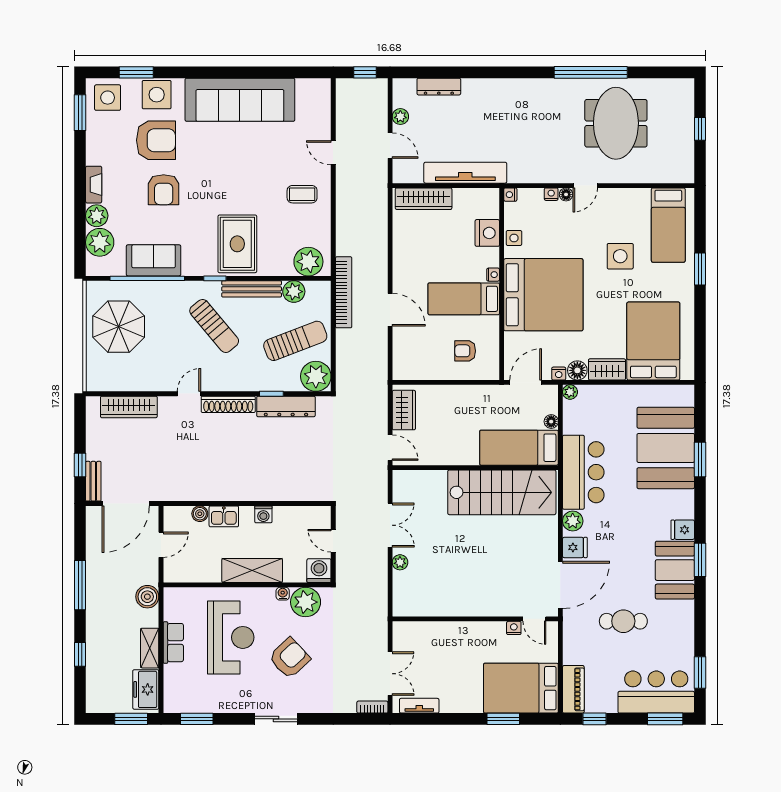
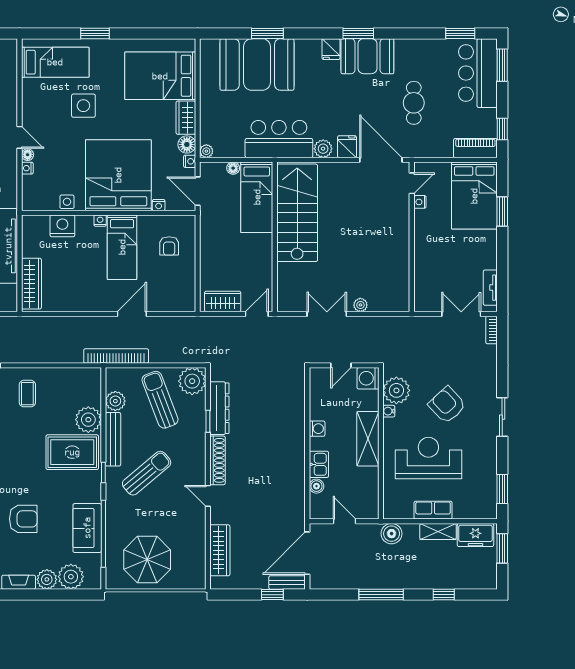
nightstand: (510, 195) -> (159, 205), moved
plant: (308, 262) -> (88, 420), moved
door: (126, 504) -> (307, 553), swing flipped

